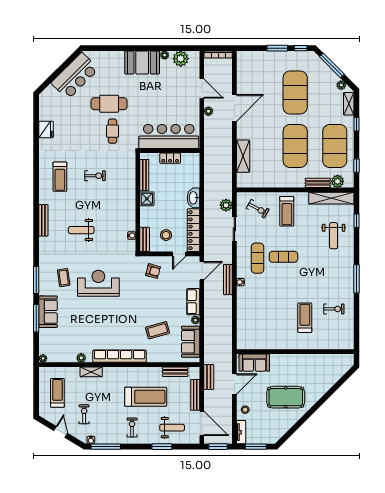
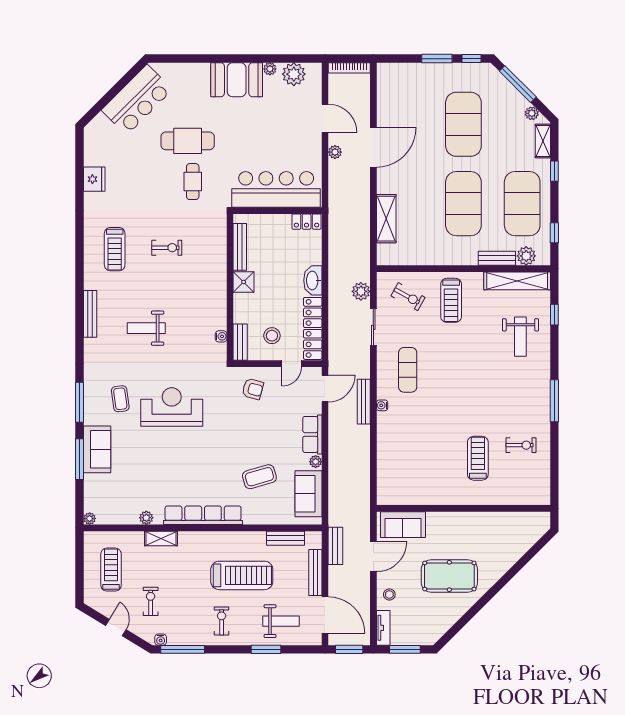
locker: (170, 158) -> (307, 222), moved
exercise mat: (283, 257) -> (446, 368), removed

